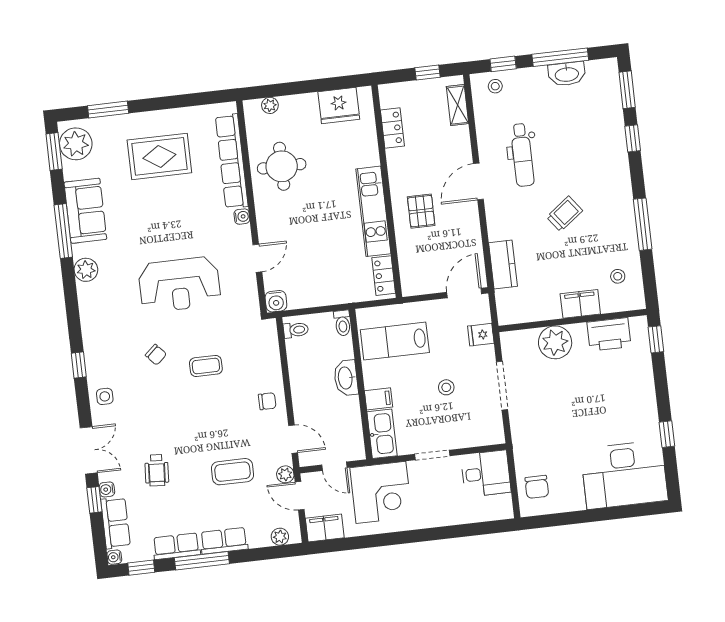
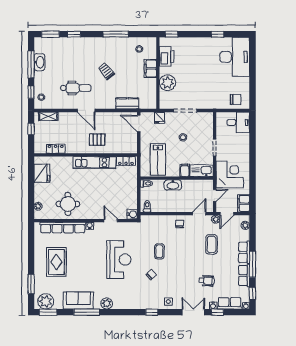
desk: (486, 474) -> (238, 122), moved, turned 90

